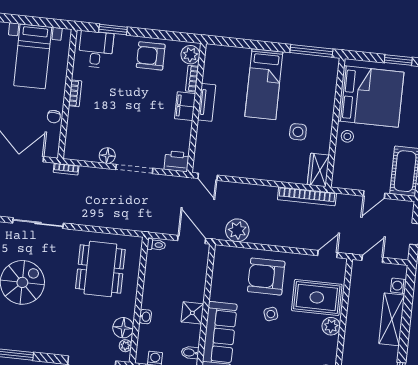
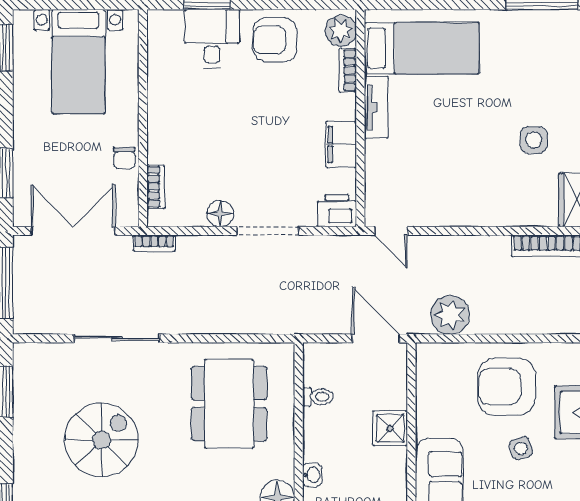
desk: (96, 49) -> (212, 39), moved
bed: (264, 84) -> (422, 48), moved, turned -90
bookcase: (75, 93) -> (156, 187), moved
filing cabinet: (185, 106) -> (341, 144), moved
toilet: (156, 245) -> (318, 397), moved
shower: (192, 313) -> (390, 428), moved

